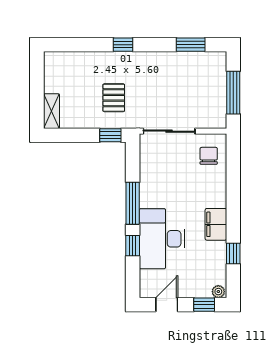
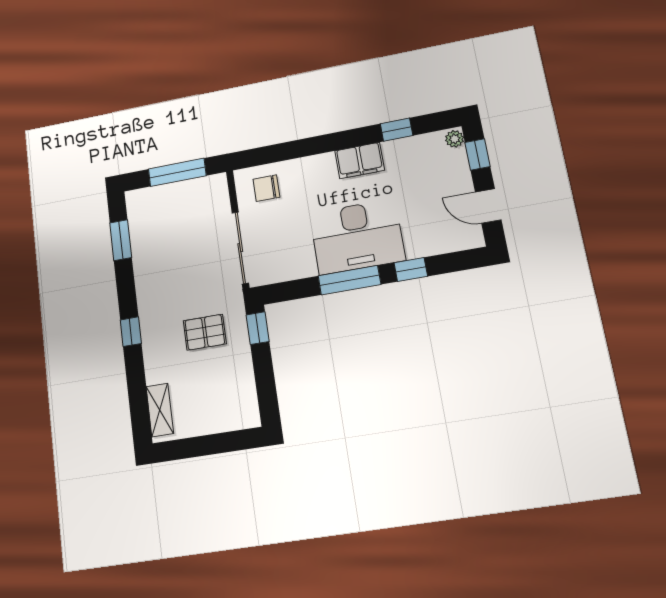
shelving: (51, 111) -> (160, 410), moved, turned 90
desk: (162, 239) -> (357, 237), moved

